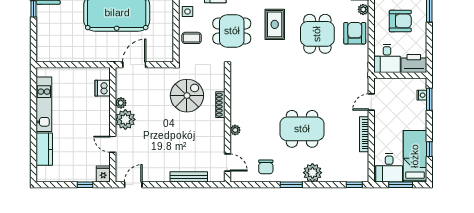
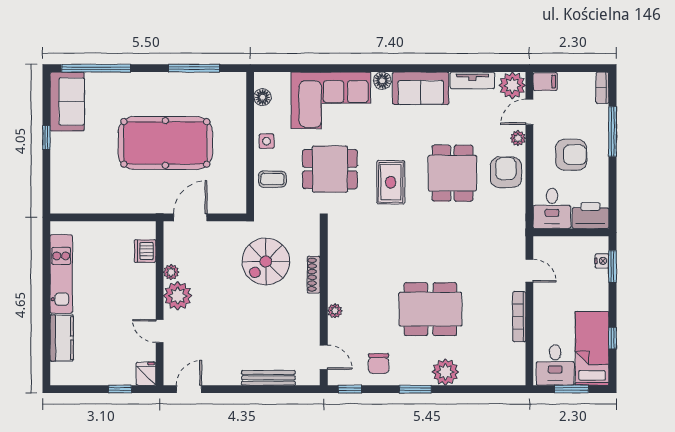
rug: (275, 24) -> (391, 182), moved
spiral stairs: (187, 96) -> (266, 261), turned 180
door: (371, 102) -> (529, 271), swing flipped
window: (354, 185) -> (350, 389), moved

